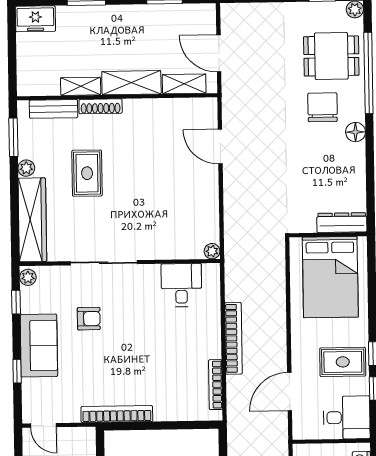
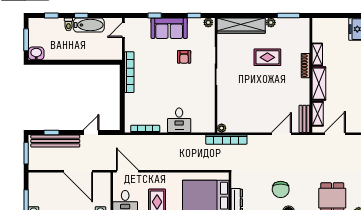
chair: (323, 107) -> (281, 189), moved, turned 90
bench: (53, 109) -> (304, 119), moved
desk: (181, 285) -> (179, 120), moved, turned 90
bookcase: (233, 338) -> (226, 140), moved
door: (290, 392) -> (127, 171), moved

